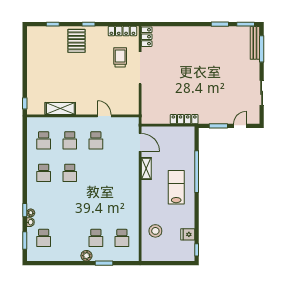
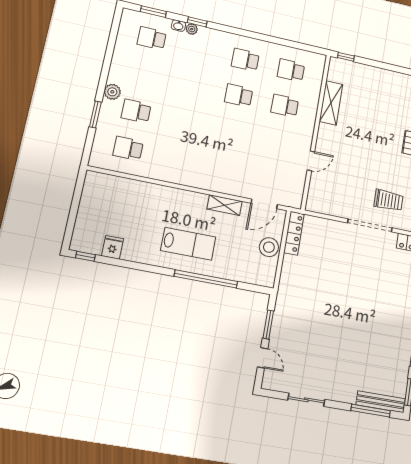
locker: (184, 119) -> (294, 233), moved
school desk: (96, 140) -> (278, 142), removed
stool: (155, 231) -> (269, 247), moved

